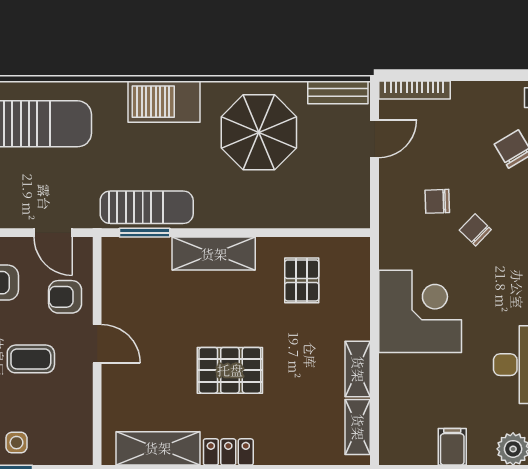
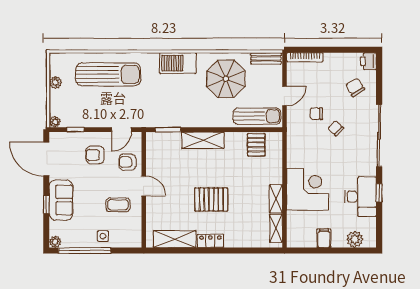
door: (374, 139) -> (285, 96), moved
sun lounger: (147, 207) -> (257, 116), moved
door: (53, 233) -> (121, 130), hinge flipped
pallet: (302, 280) -> (256, 145), moved
corner desk: (420, 311) -> (308, 189), moved
coffee table: (31, 359) -> (118, 205), moved

